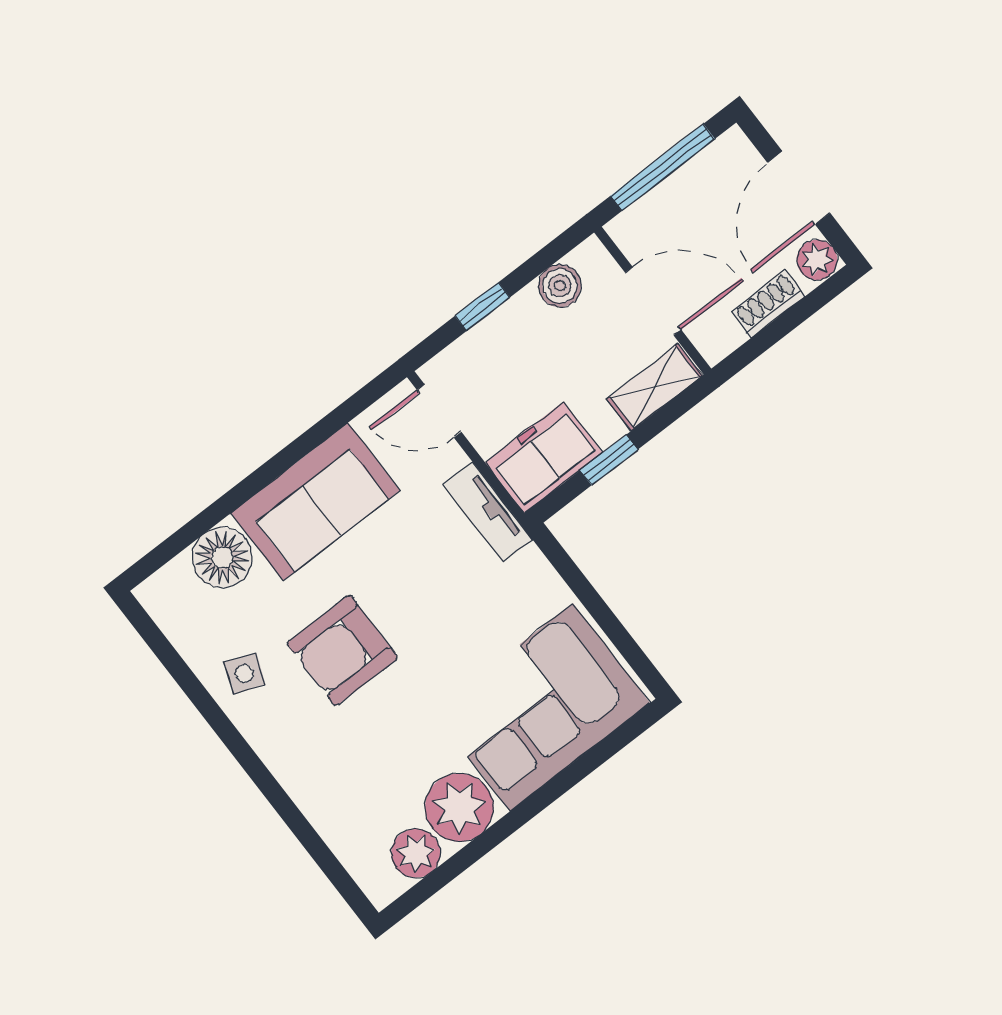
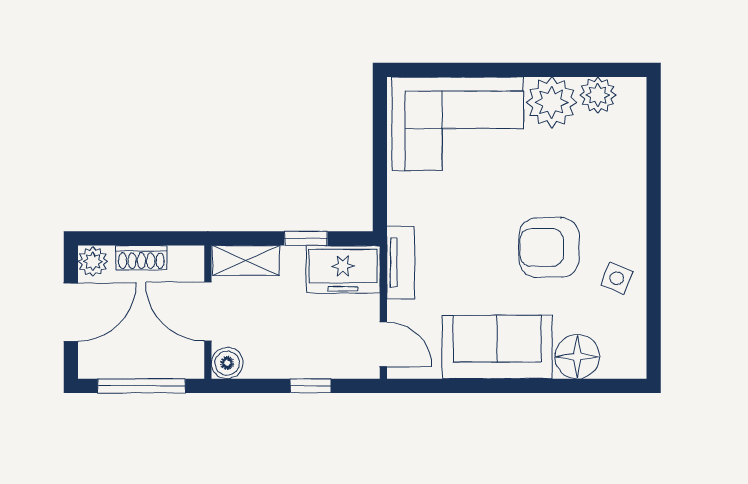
boiler: (560, 286) -> (227, 363), moved
armchair: (342, 650) -> (549, 247), turned 180

